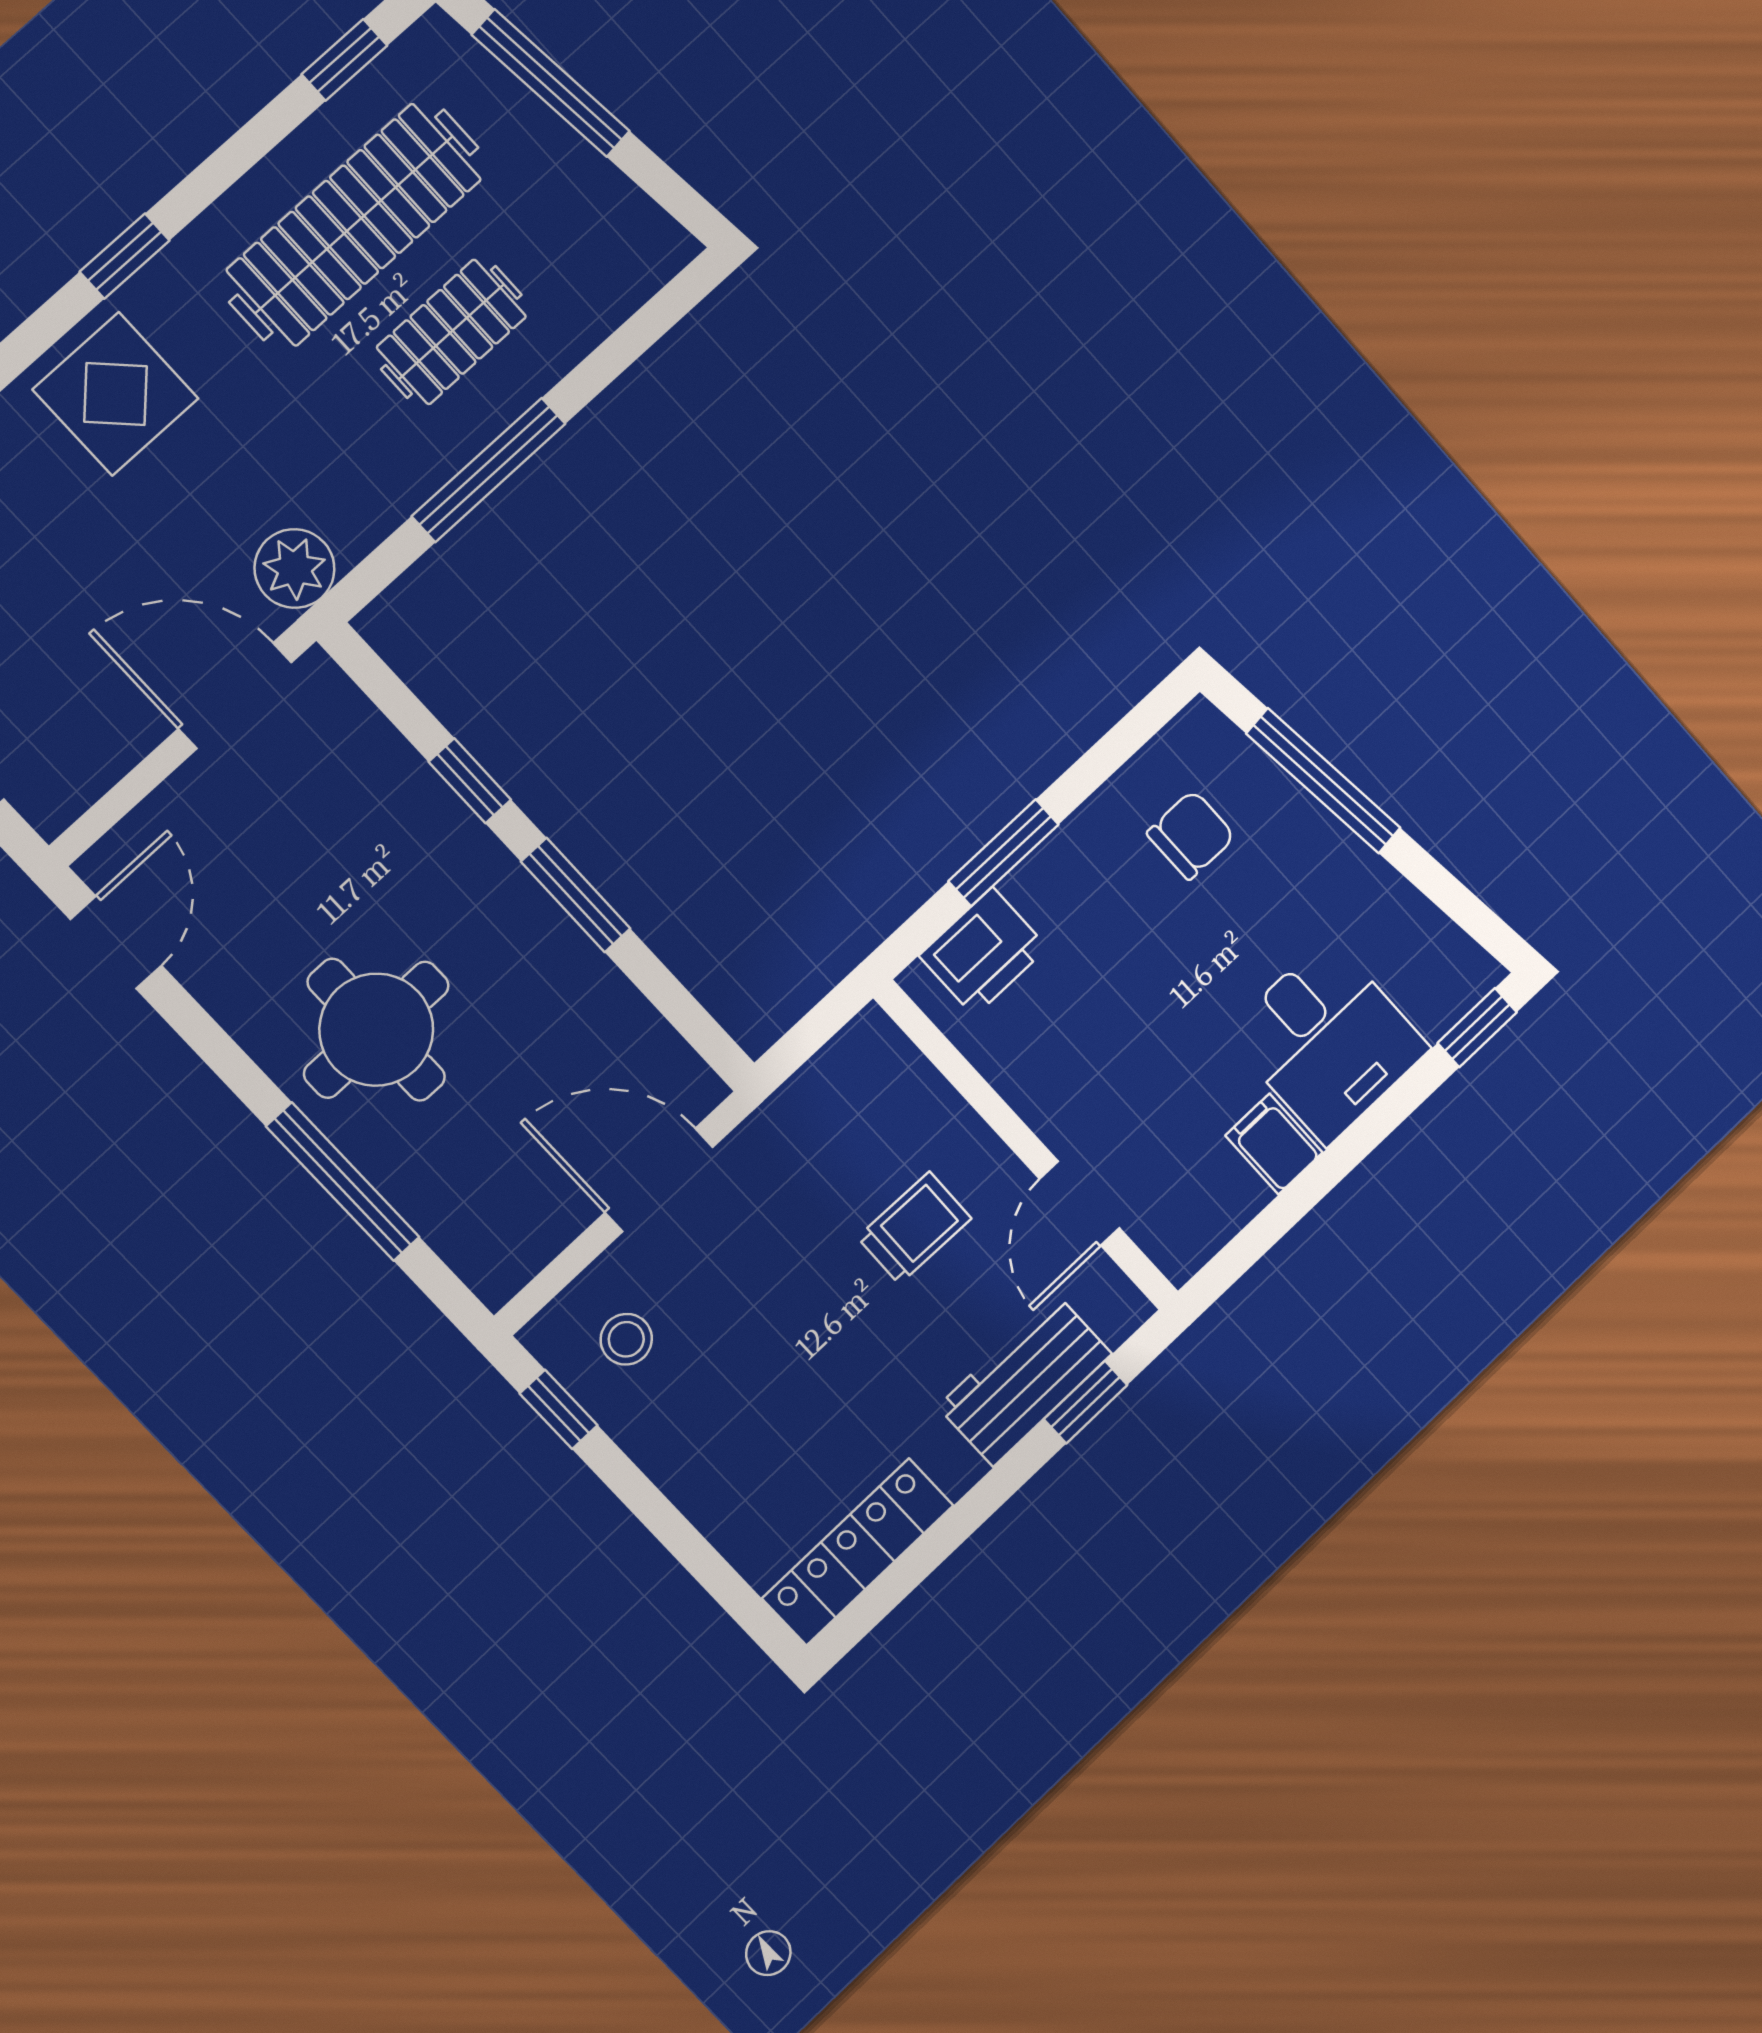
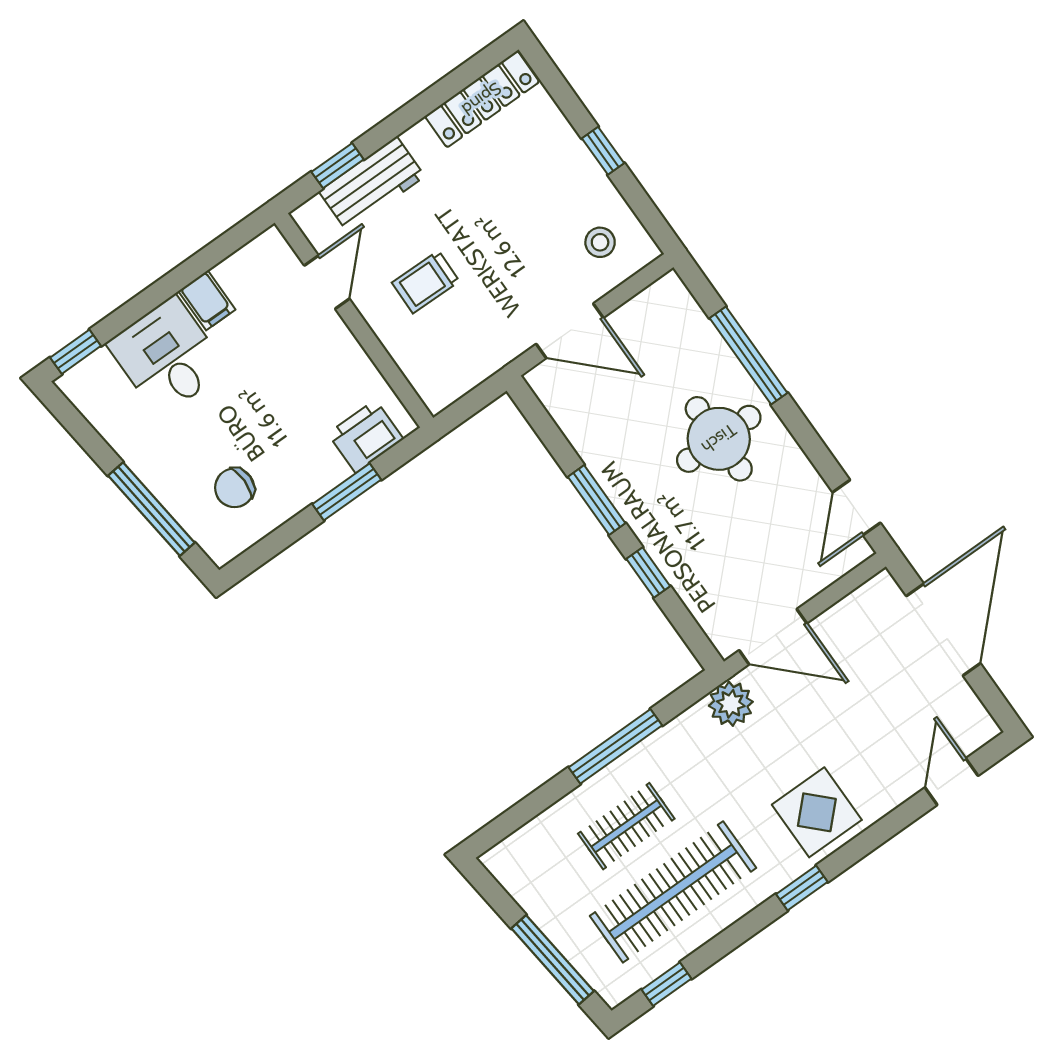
window: (559, 1409) -> (603, 151), moved

